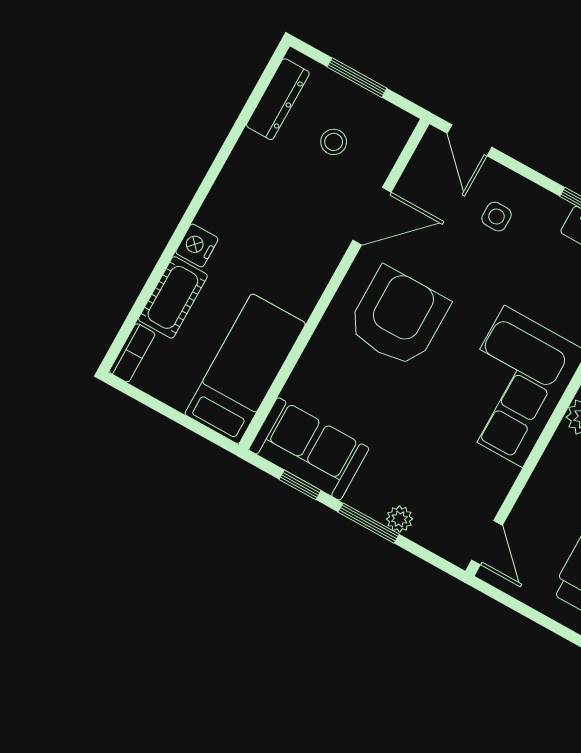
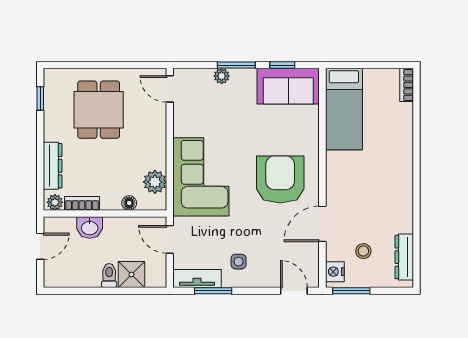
window: (357, 78) -> (351, 291), moved
side table: (497, 217) -> (239, 262), moved
nightstand: (197, 246) -> (335, 272), moved, turned 180
cot: (173, 297) -> (402, 125), removed
armchair: (398, 317) -> (280, 179), turned 180

